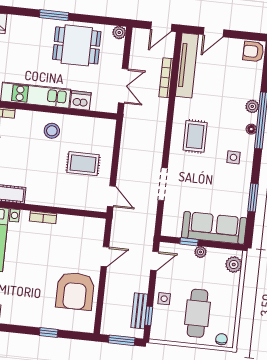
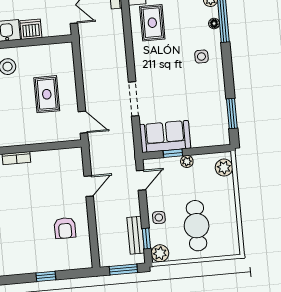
rug: (195, 136) -> (152, 23), moved
rug: (83, 164) -> (47, 94), turned 90
window: (253, 198) -> (232, 114), moved
sofa: (214, 228) -> (165, 136), moved, width x0.73
armchair: (75, 291) -> (65, 228), width x0.53, depth x0.53
plant: (159, 332) -> (160, 253), added
chair: (221, 339) -> (227, 248), removed

